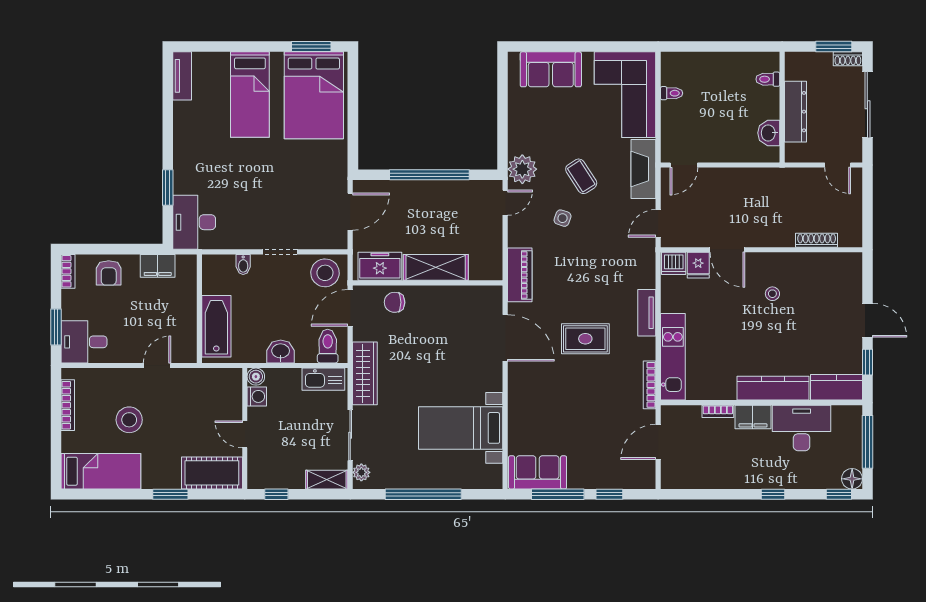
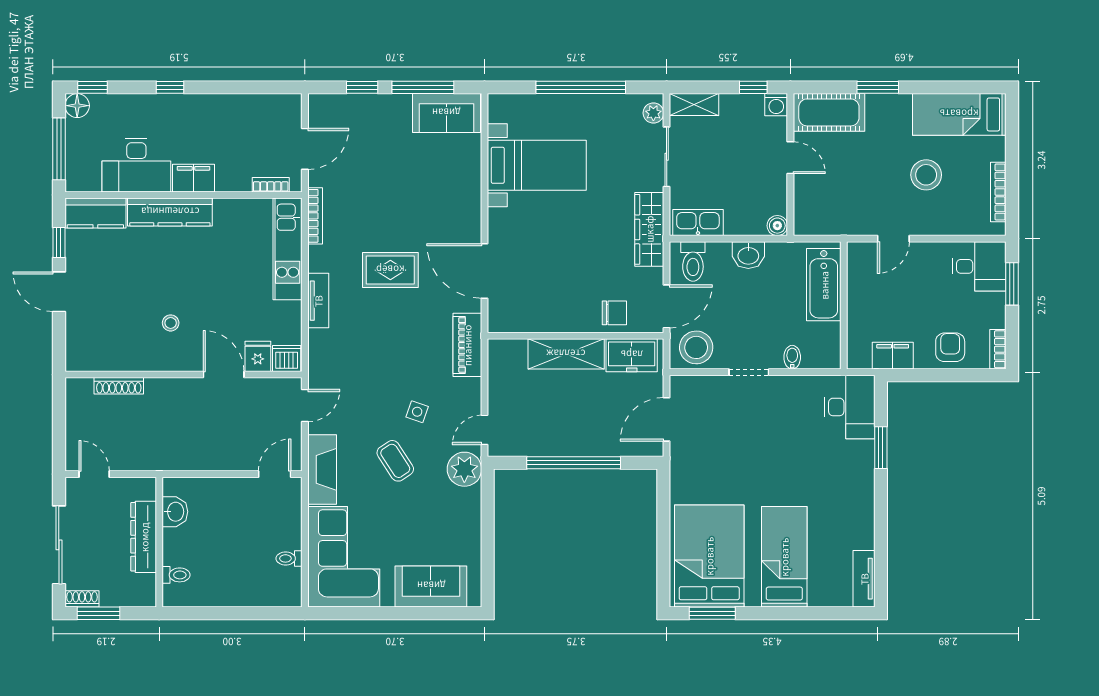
washing machine: (257, 396) -> (776, 105), moved, turned -90
bookcase: (718, 411) -> (271, 185), moved

